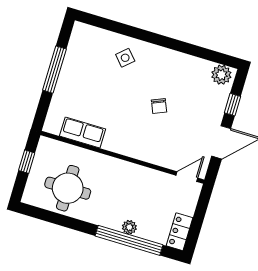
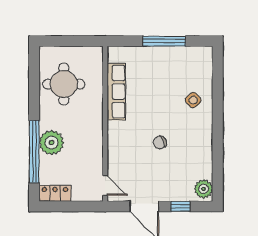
row of seats: (83, 133) -> (116, 92), width x1.48
window: (27, 162) -> (76, 41), removed
plant: (129, 227) -> (52, 143), width x1.88, depth x1.88

